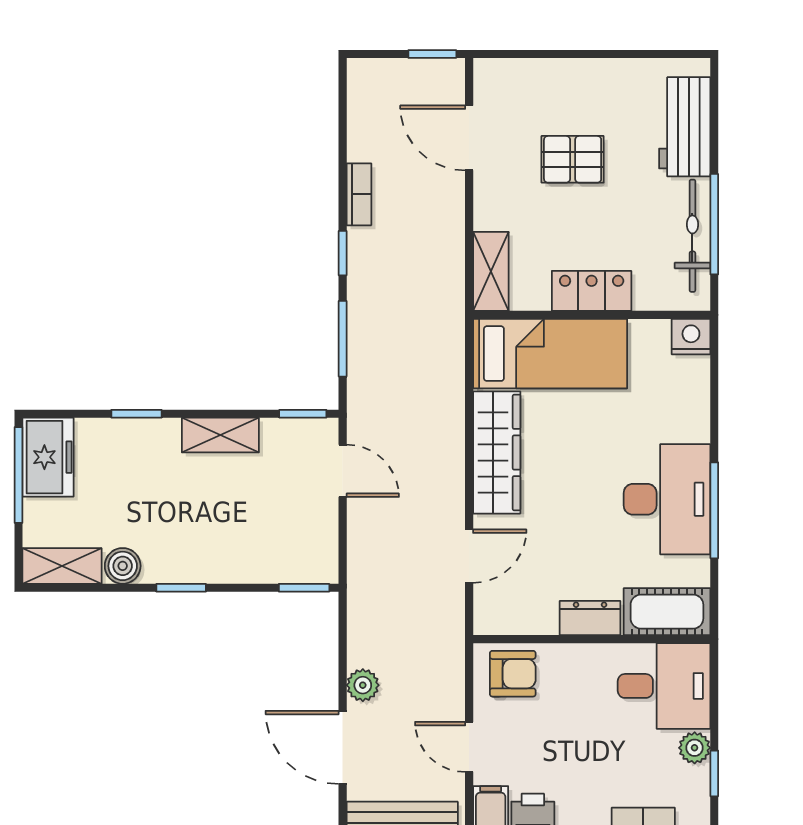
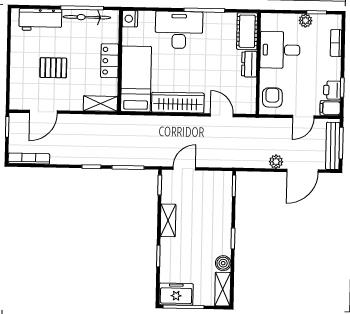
pallet: (573, 159) -> (53, 68), turned 90
bookcase: (359, 194) -> (29, 159), moved, width x1.56
desk: (667, 499) -> (179, 30), moved
desk: (664, 686) -> (280, 50), moved, turned -90

